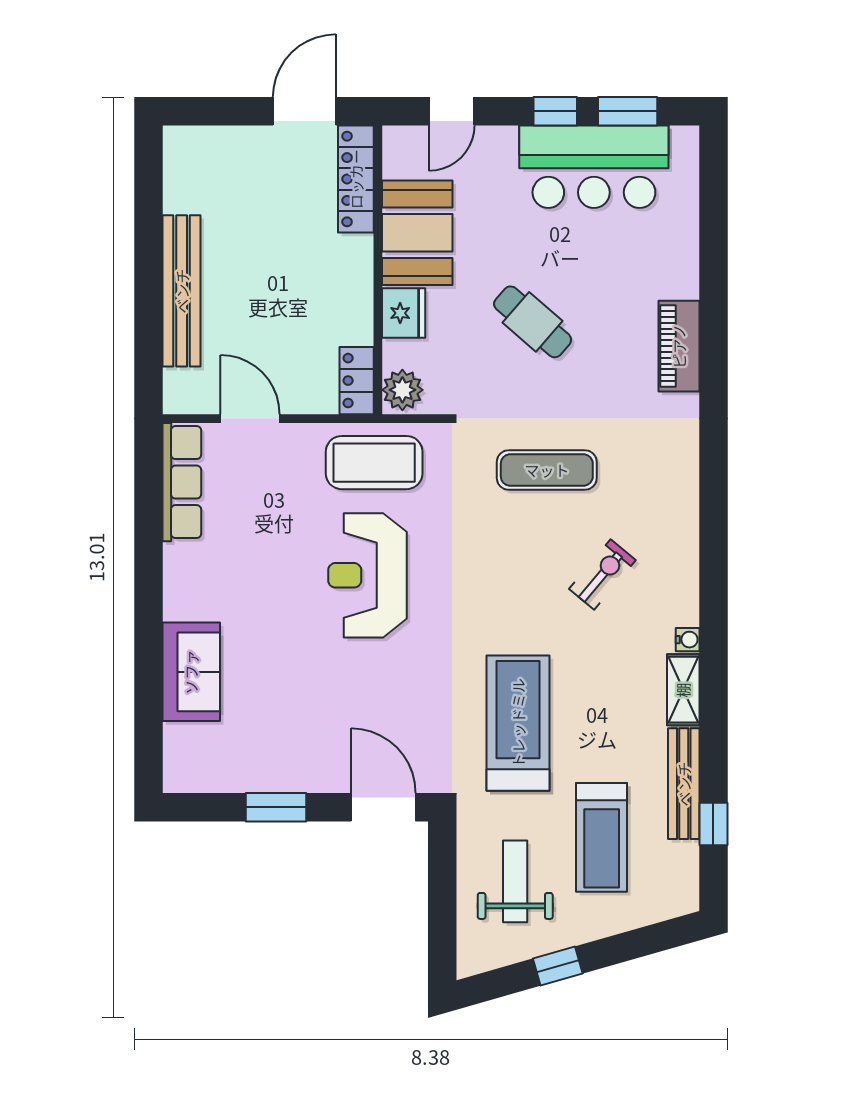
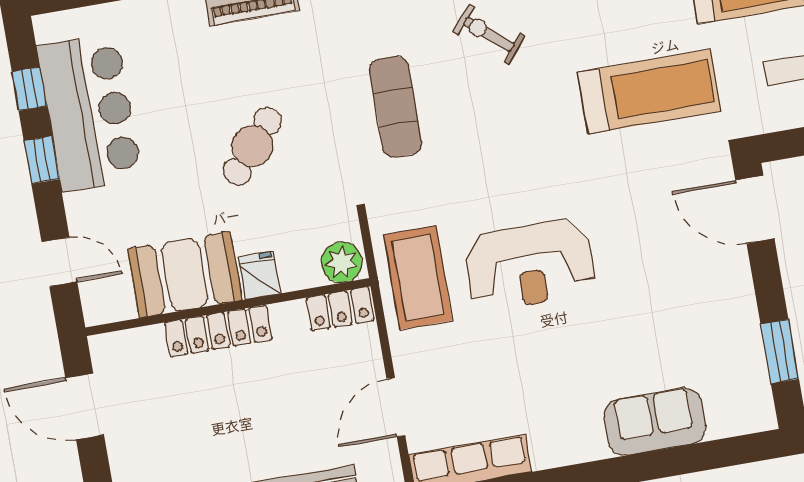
window: (628, 111) -> (29, 89), width x0.67
locker: (356, 179) -> (218, 331), moved
fridge: (404, 313) -> (259, 276), width x0.72
treadmill: (518, 723) -> (649, 92), turned 180
window: (276, 807) -> (780, 352), moved
door: (383, 807) -> (755, 209), hinge flipped

